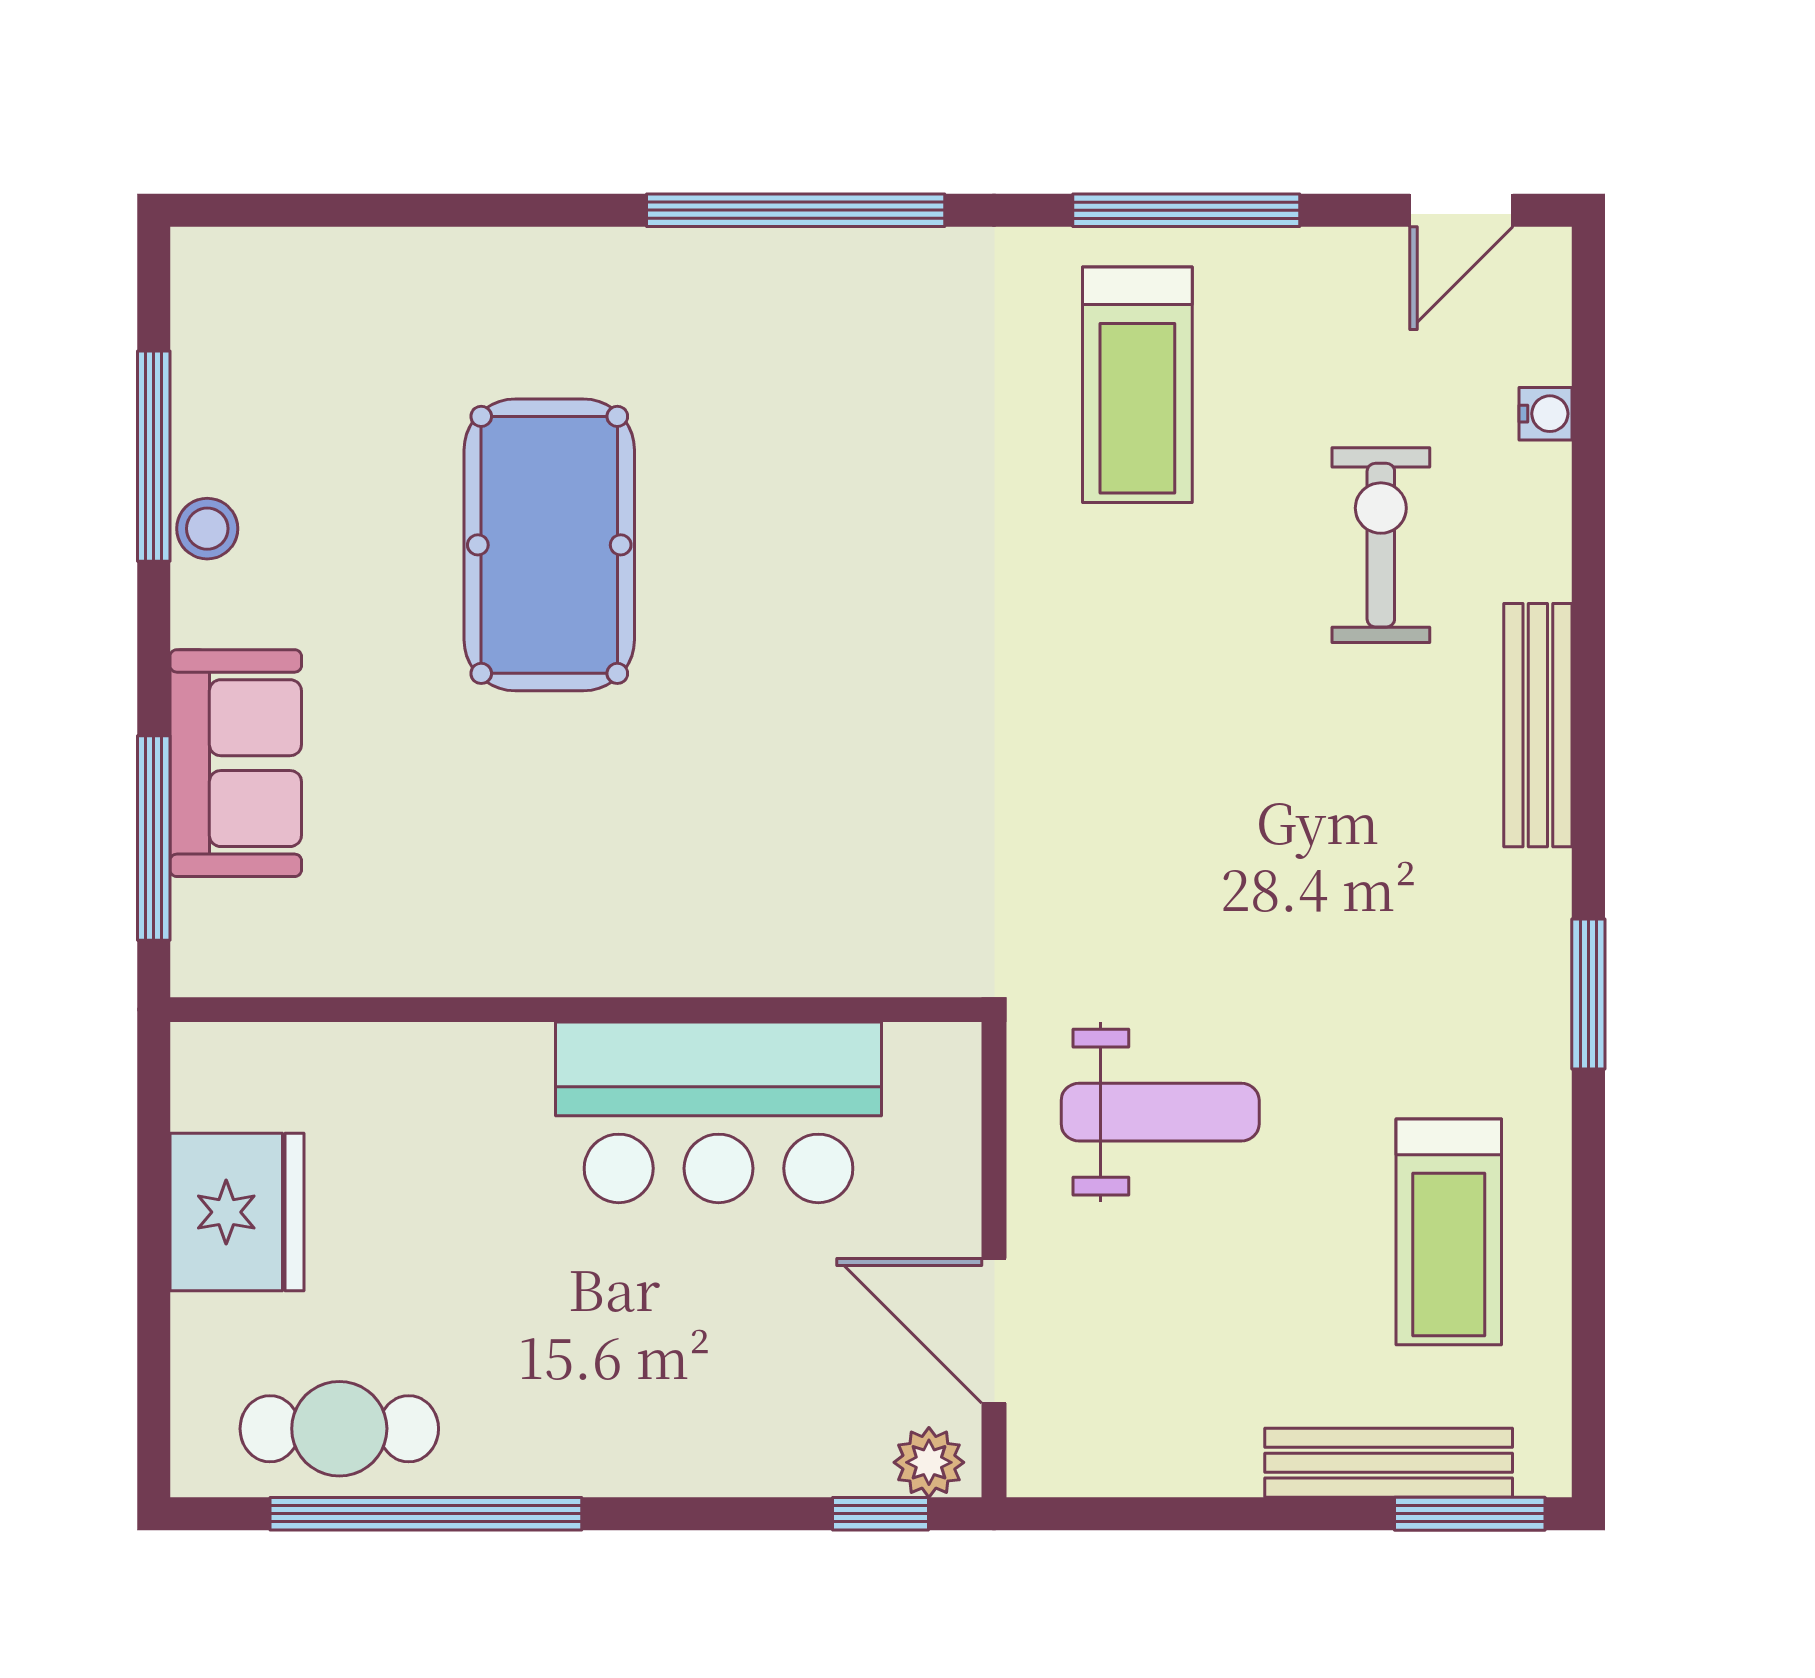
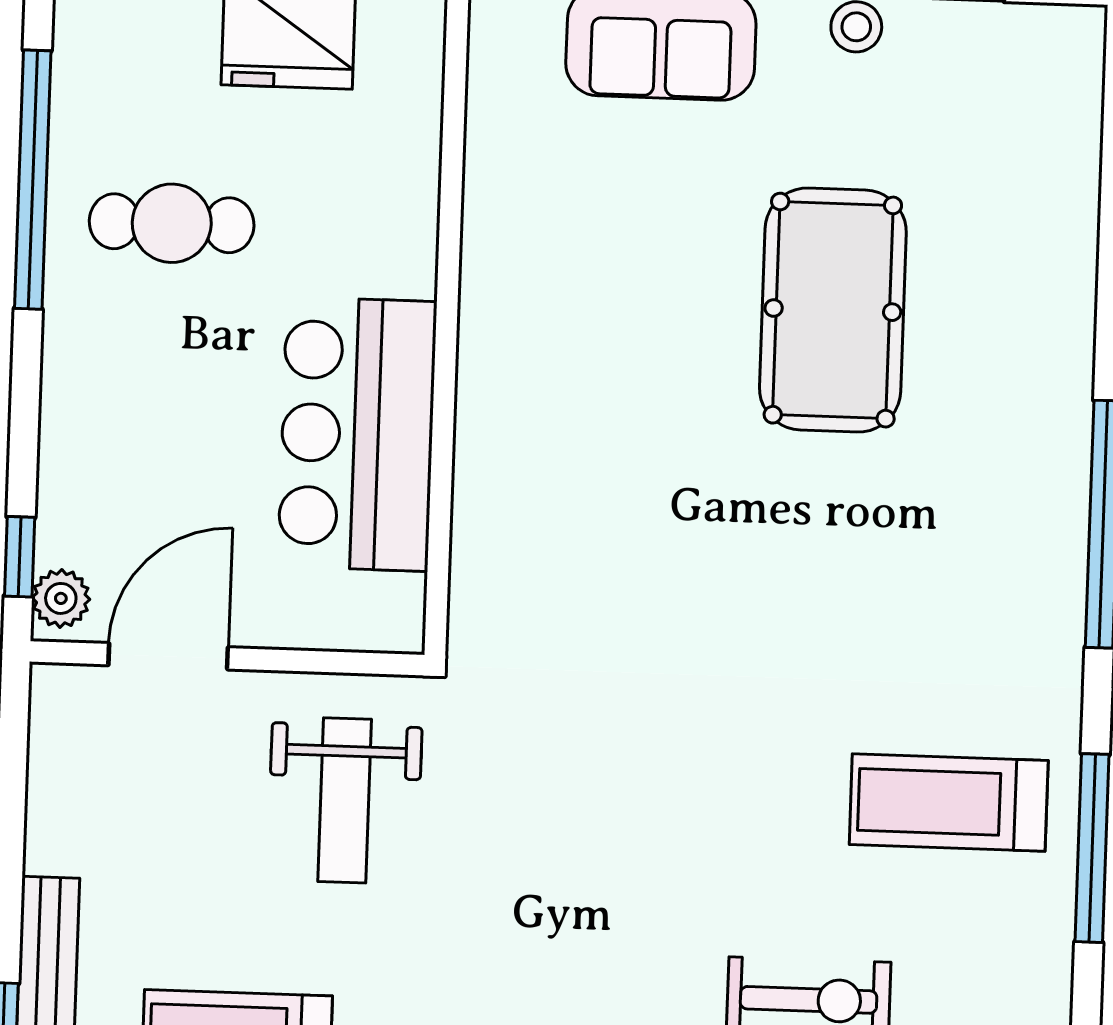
pool table: (549, 545) -> (833, 310), turned 90
cafe table: (339, 1429) -> (172, 223), moved, turned 90

